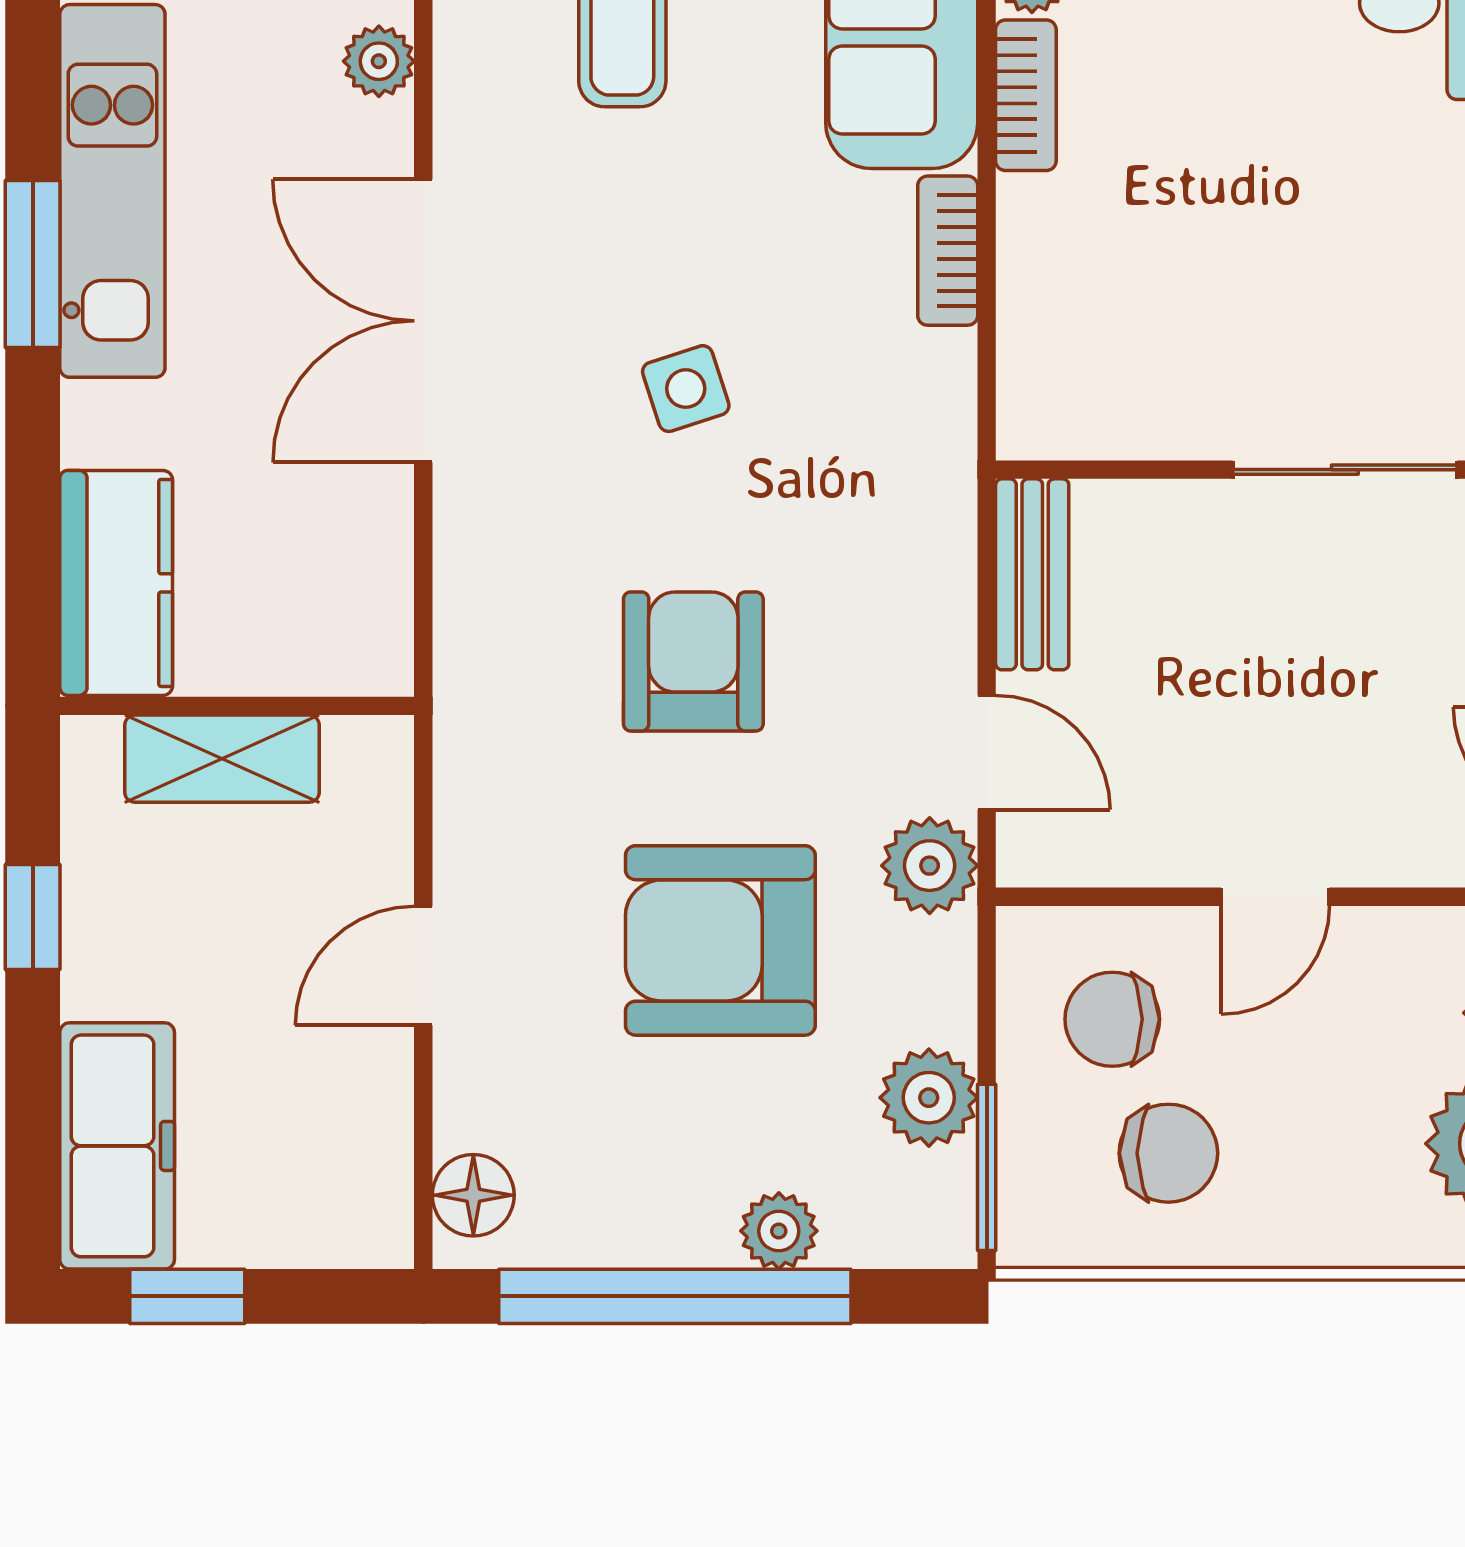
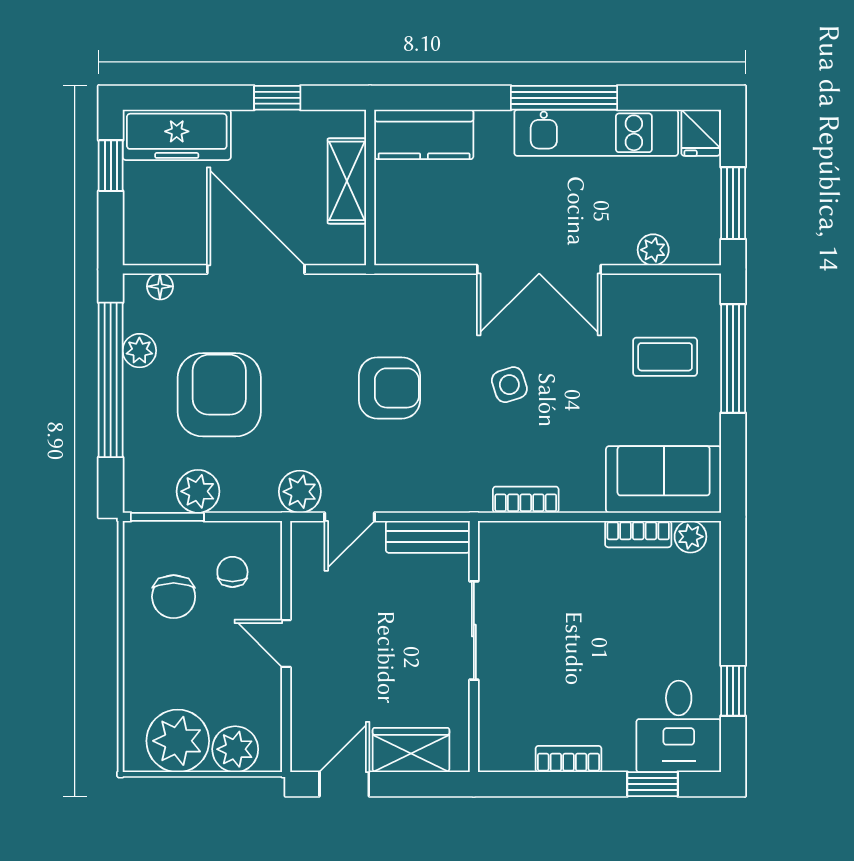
bookcase: (948, 251) -> (526, 500), moved
window: (33, 264) -> (564, 98), width x1.44
double door: (423, 321) -> (539, 269), swing flipped
sliding door: (1345, 470) -> (474, 630), moved
armchair: (720, 940) -> (219, 395), moved
door: (423, 966) -> (256, 269), width x1.88
chair: (1112, 1019) -> (232, 572), width x0.73, depth x0.73
floor lamp: (473, 1195) -> (160, 286), width x0.73, depth x0.73
plant: (779, 1231) -> (139, 351), moved

